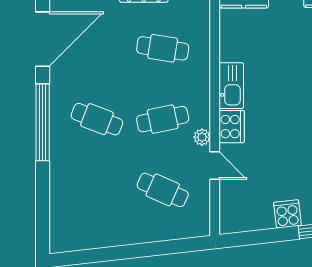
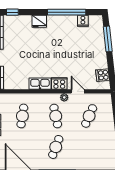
door: (215, 166) -> (78, 91), hinge flipped
cooker: (287, 214) -> (103, 75), moved

